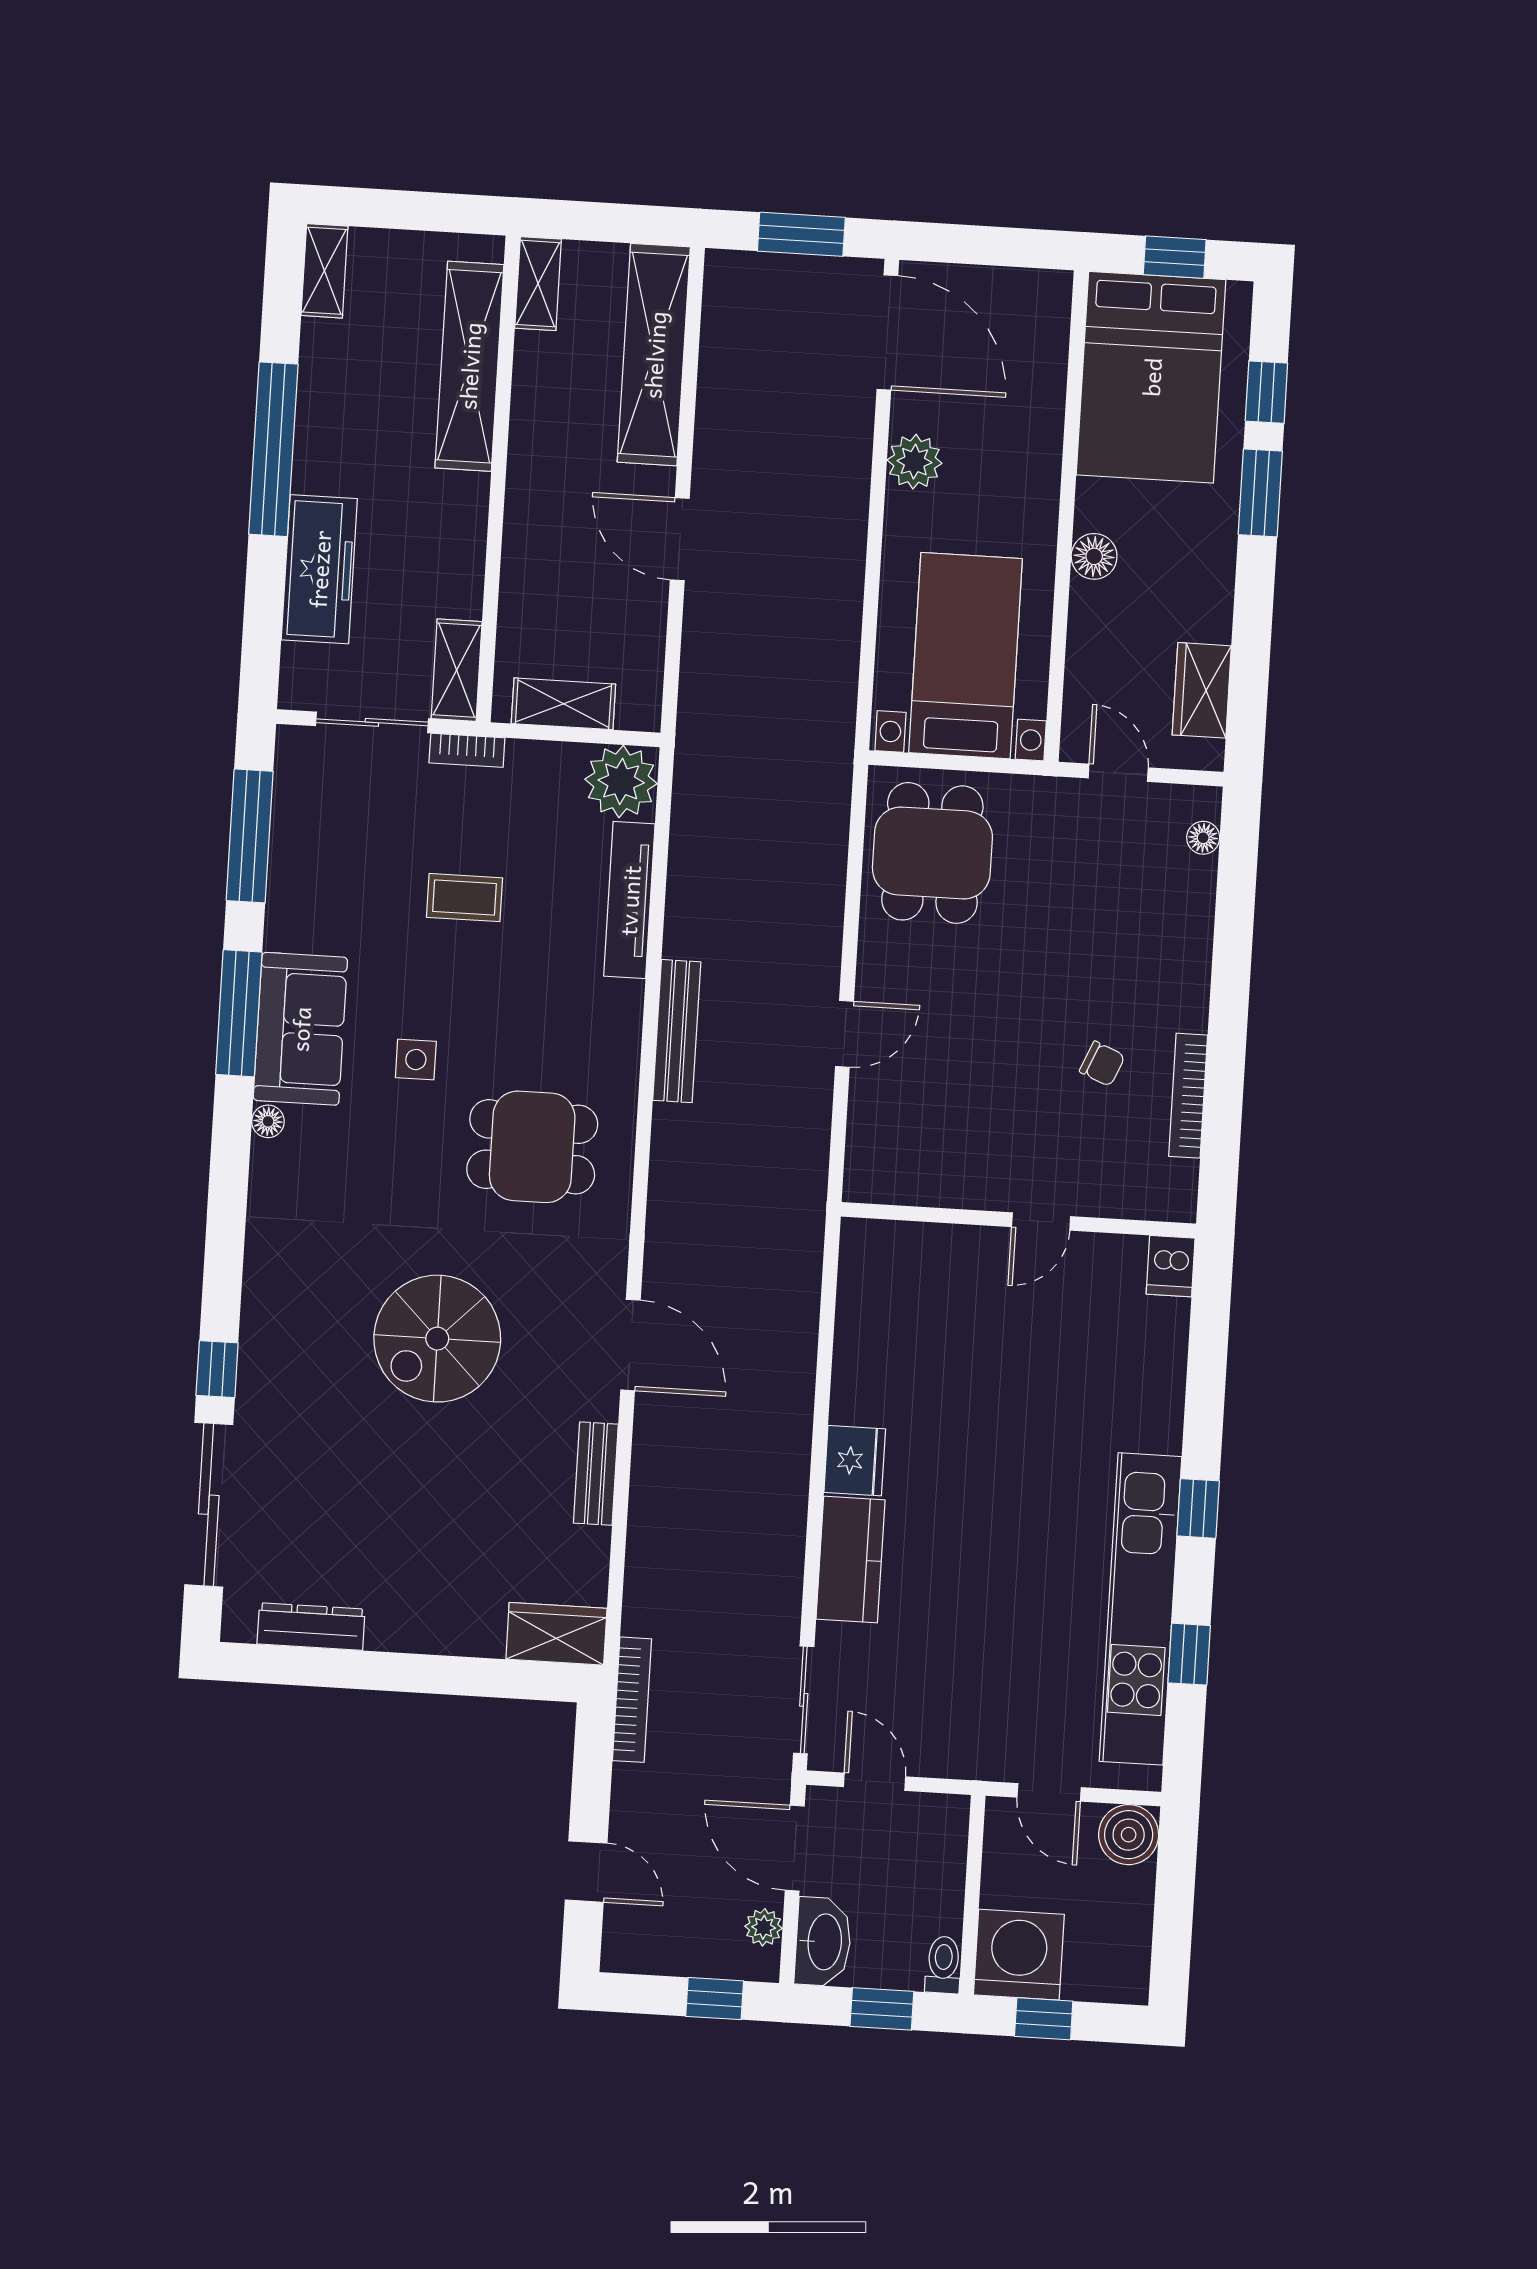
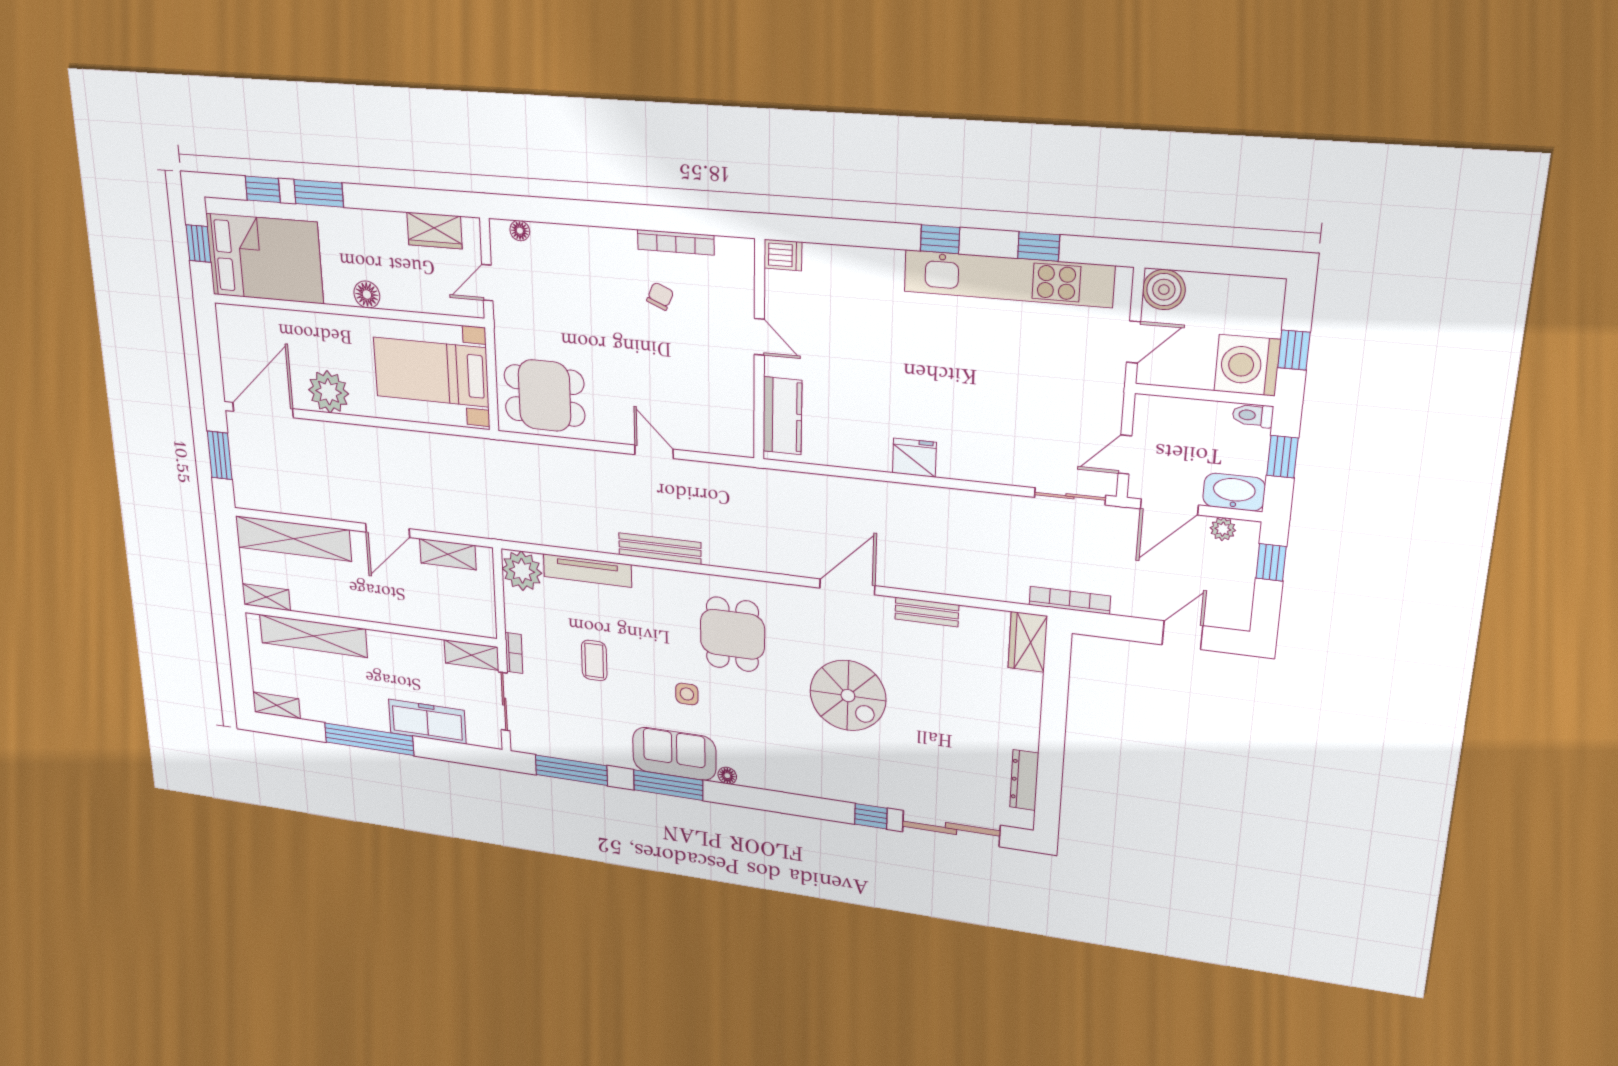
plant: (914, 462) -> (329, 392), width x1.36, depth x1.36
shelving: (563, 704) -> (448, 554), moved, turned 90
kitchen counter: (851, 1560) -> (782, 416), moved, turned 90

